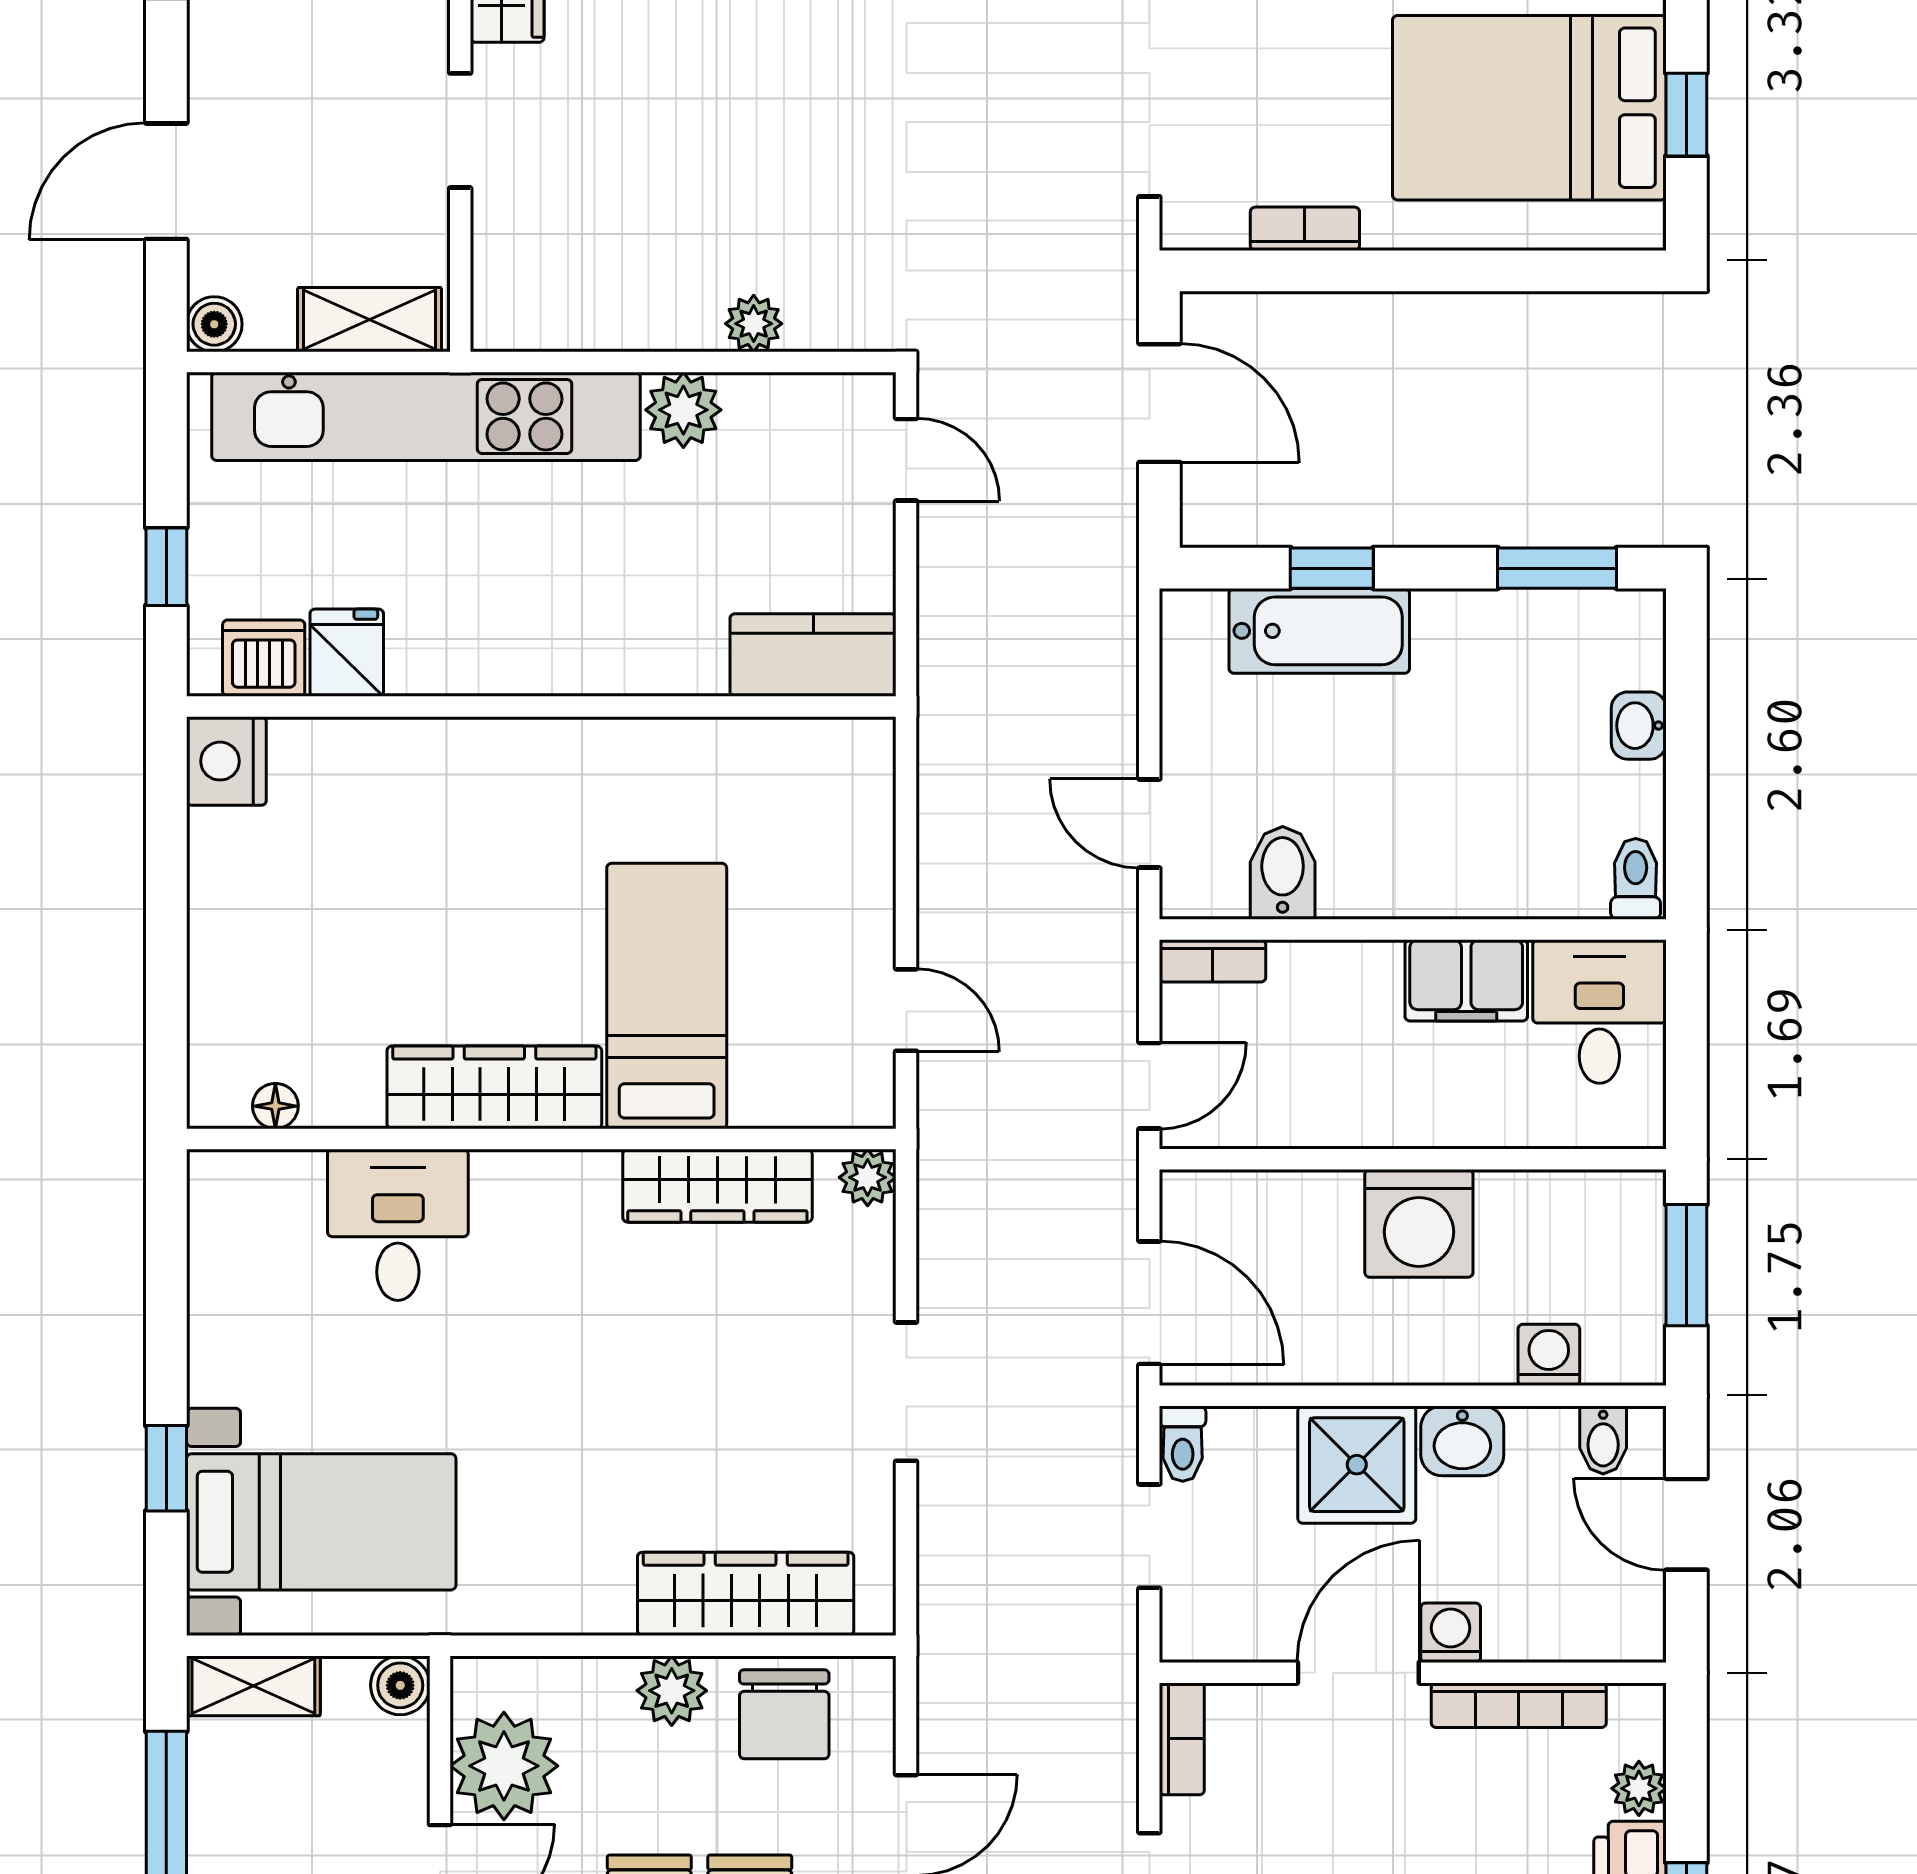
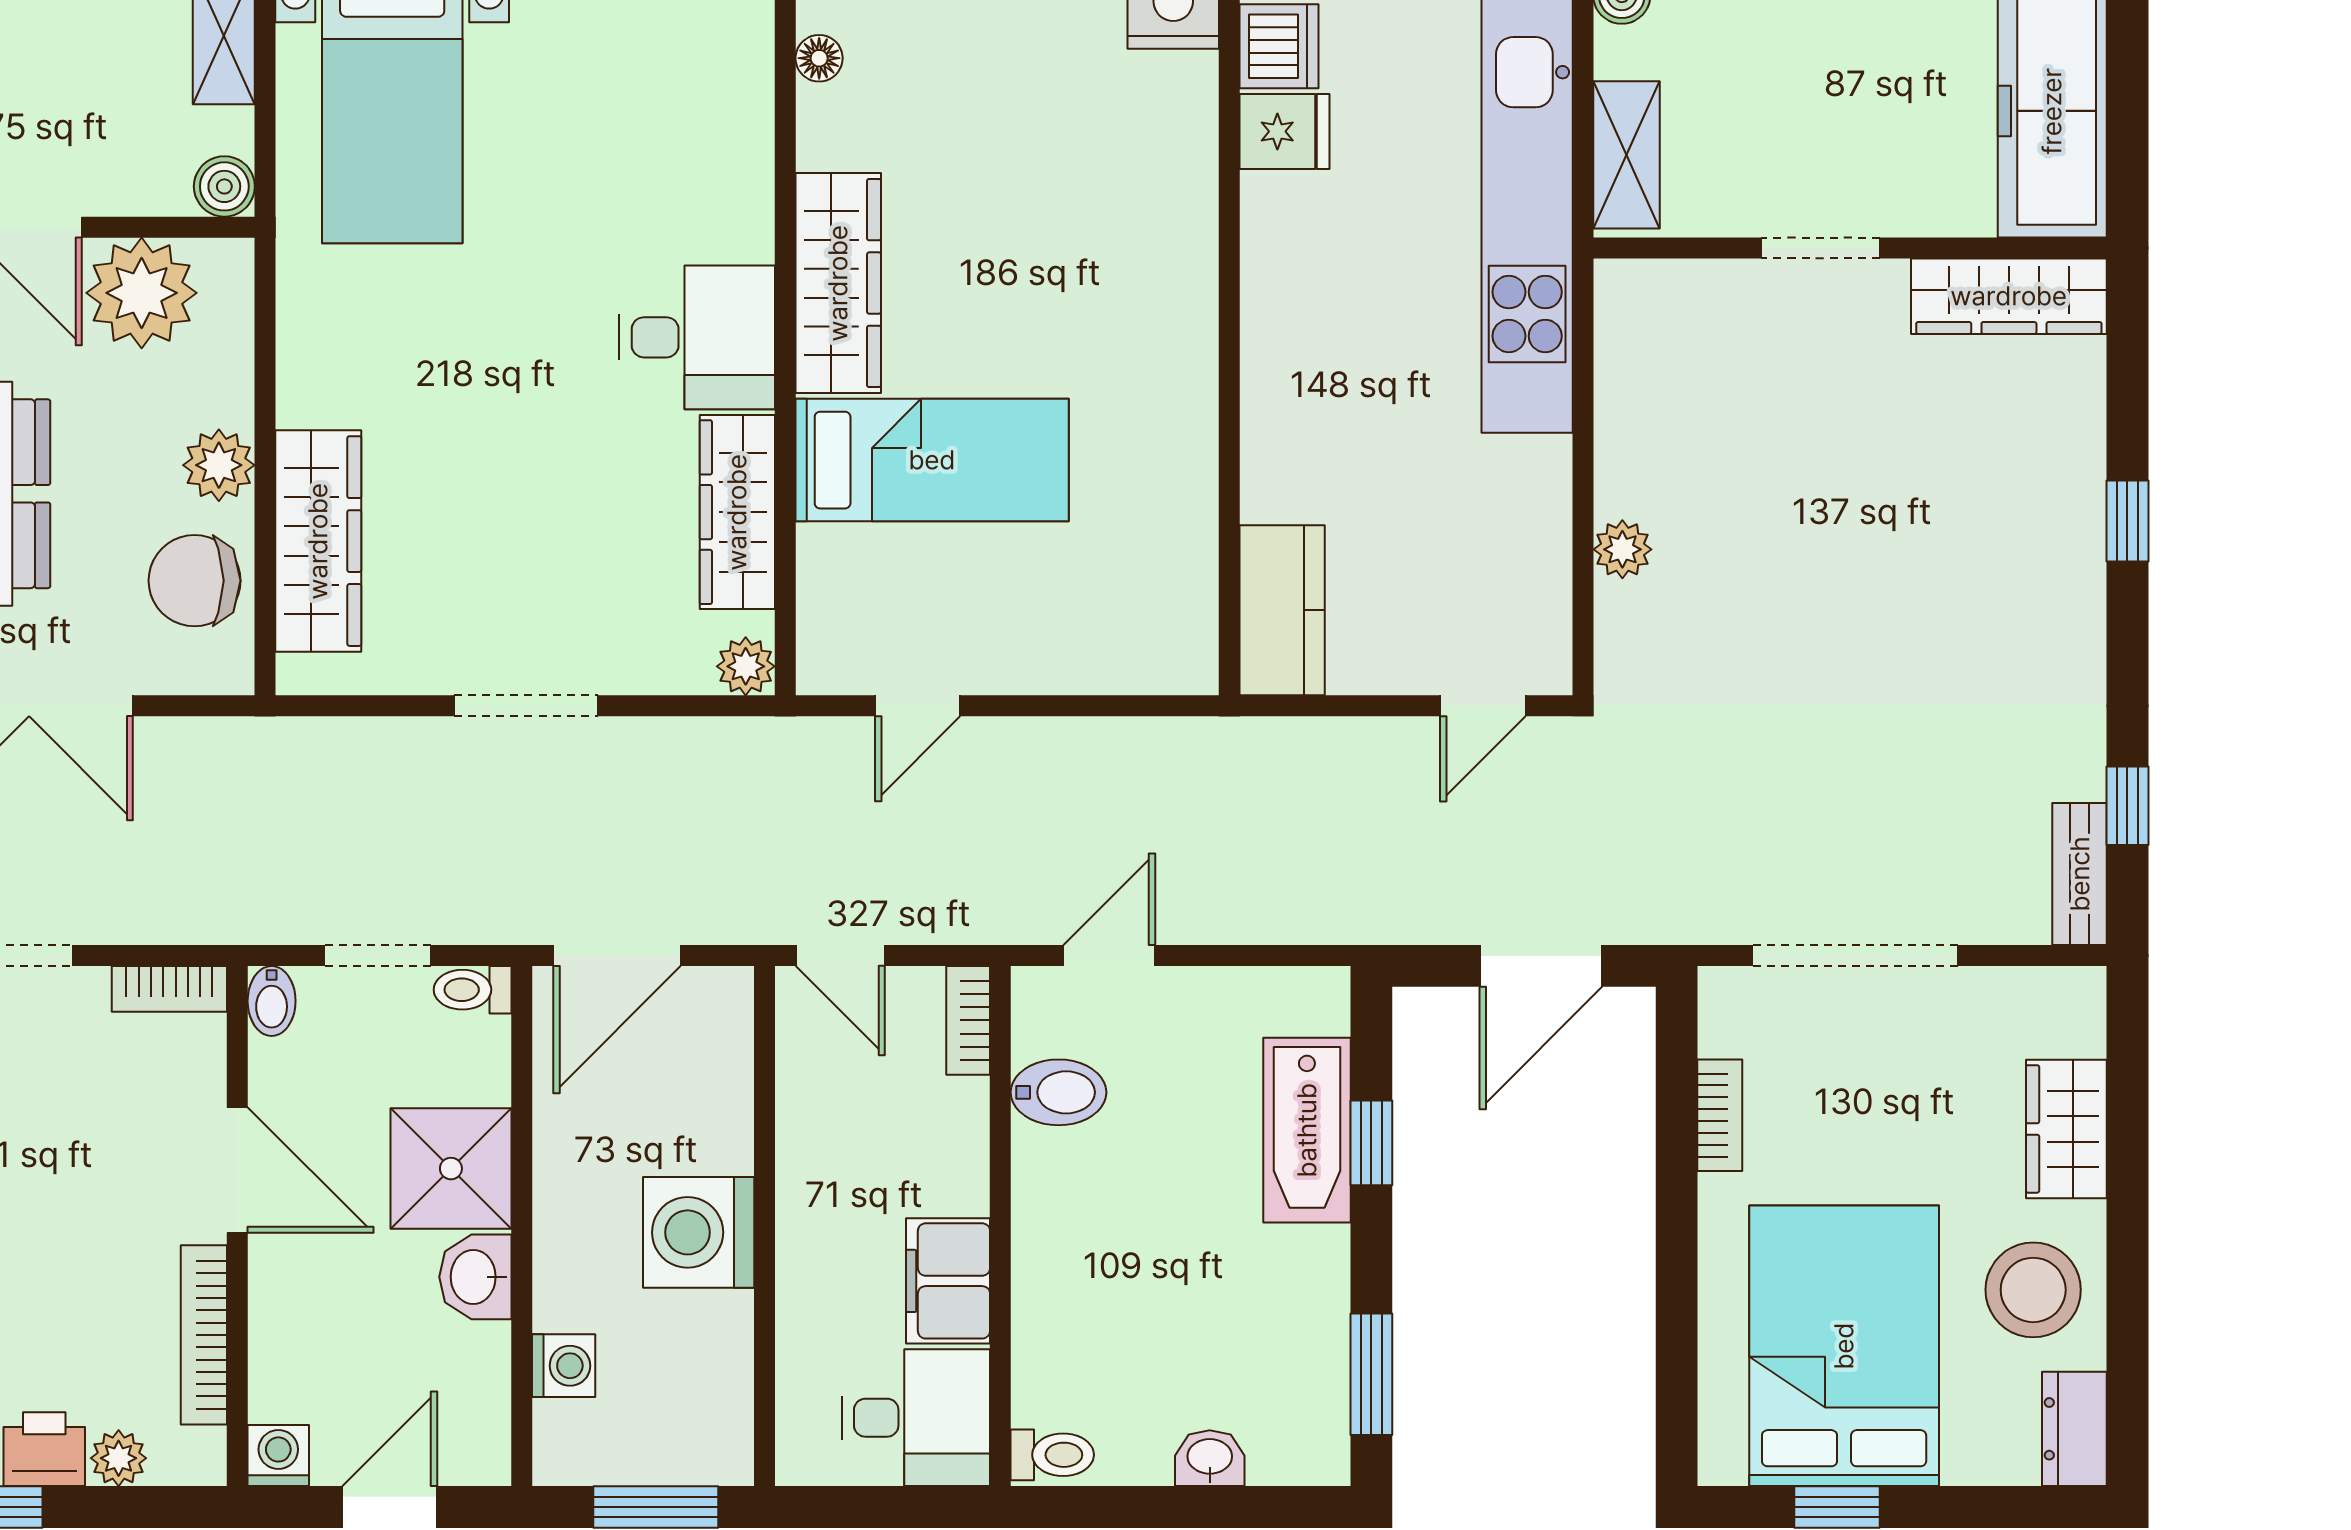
plant: (683, 410) -> (1534, 477), removed
desk: (398, 1225) -> (697, 337), moved
bidet: (1603, 1440) -> (272, 1001), moved, turned -90
washing machine: (1451, 1633) -> (278, 1456), moved, turned -90

